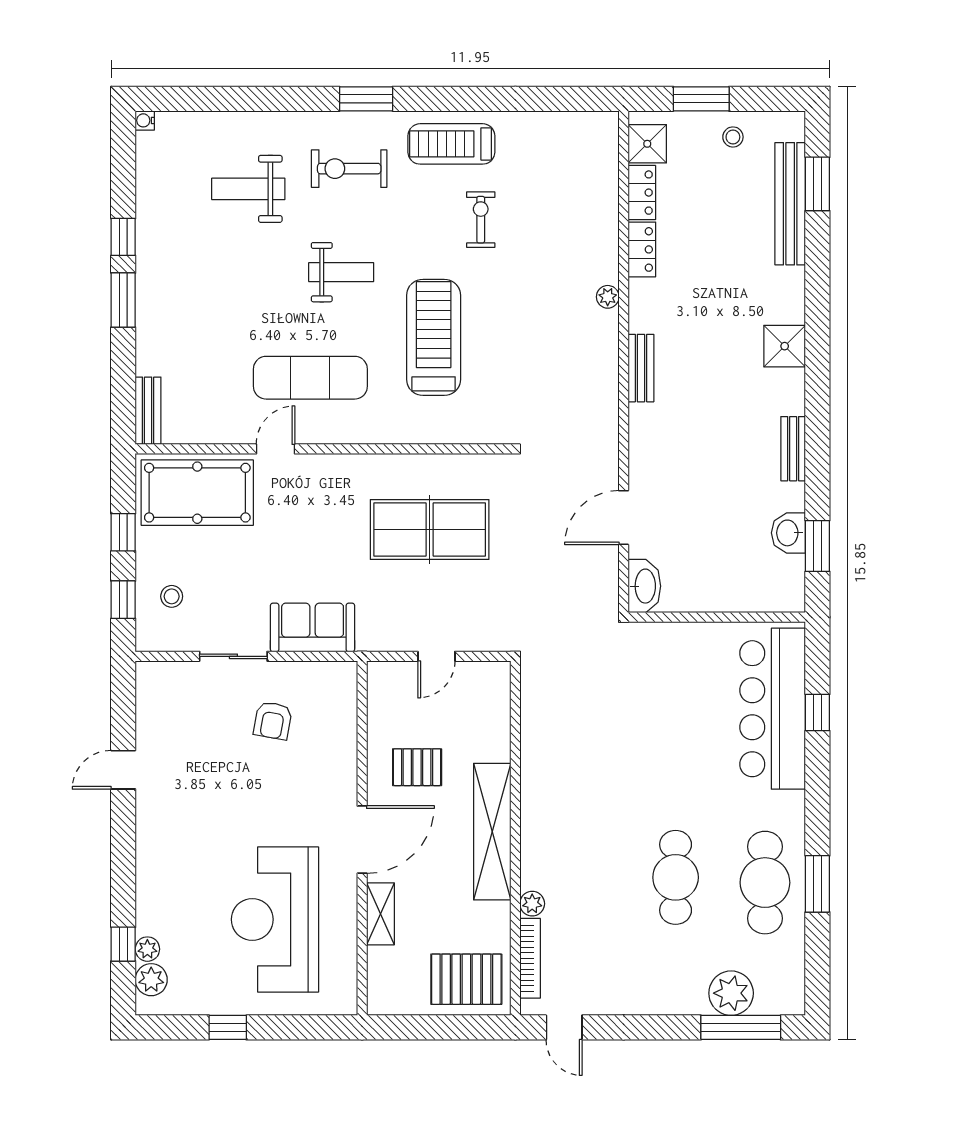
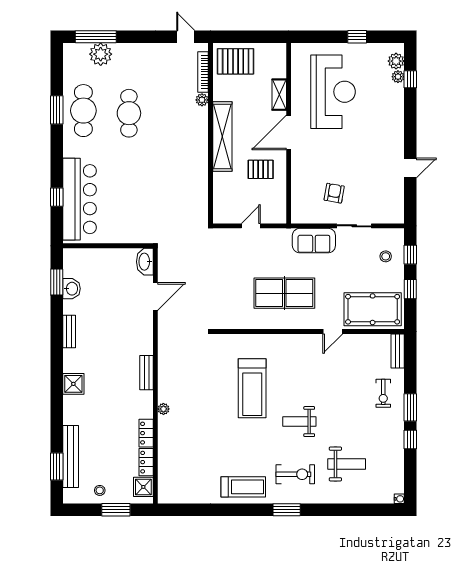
exercise bike: (481, 220) -> (383, 393), moved
exercise mat: (310, 378) -> (315, 368), removed
table tennis table: (430, 530) -> (284, 293), moved

